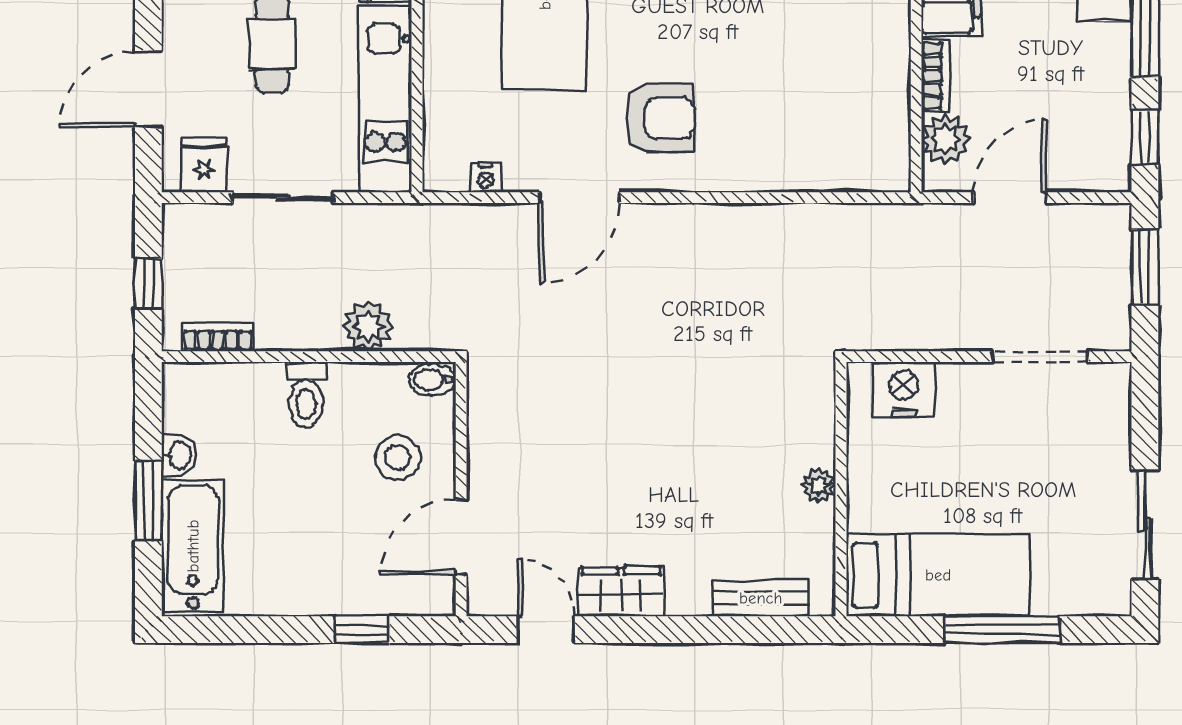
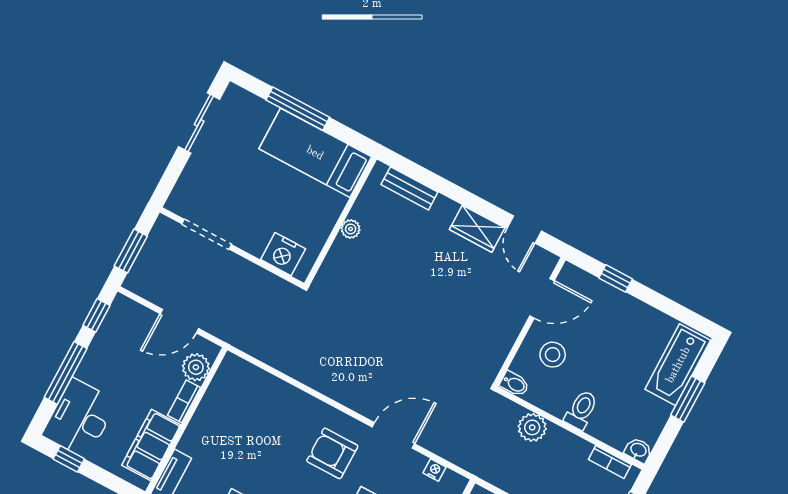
washbasin: (179, 455) -> (638, 450), moved, turned 90

